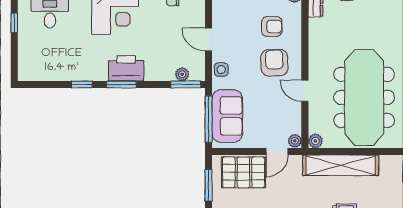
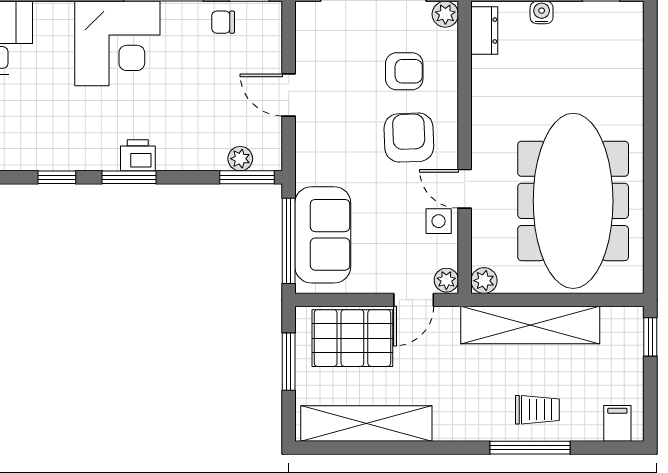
printer: (126, 68) -> (138, 155), width x0.53, depth x0.68
side table: (221, 70) -> (439, 221), moved

